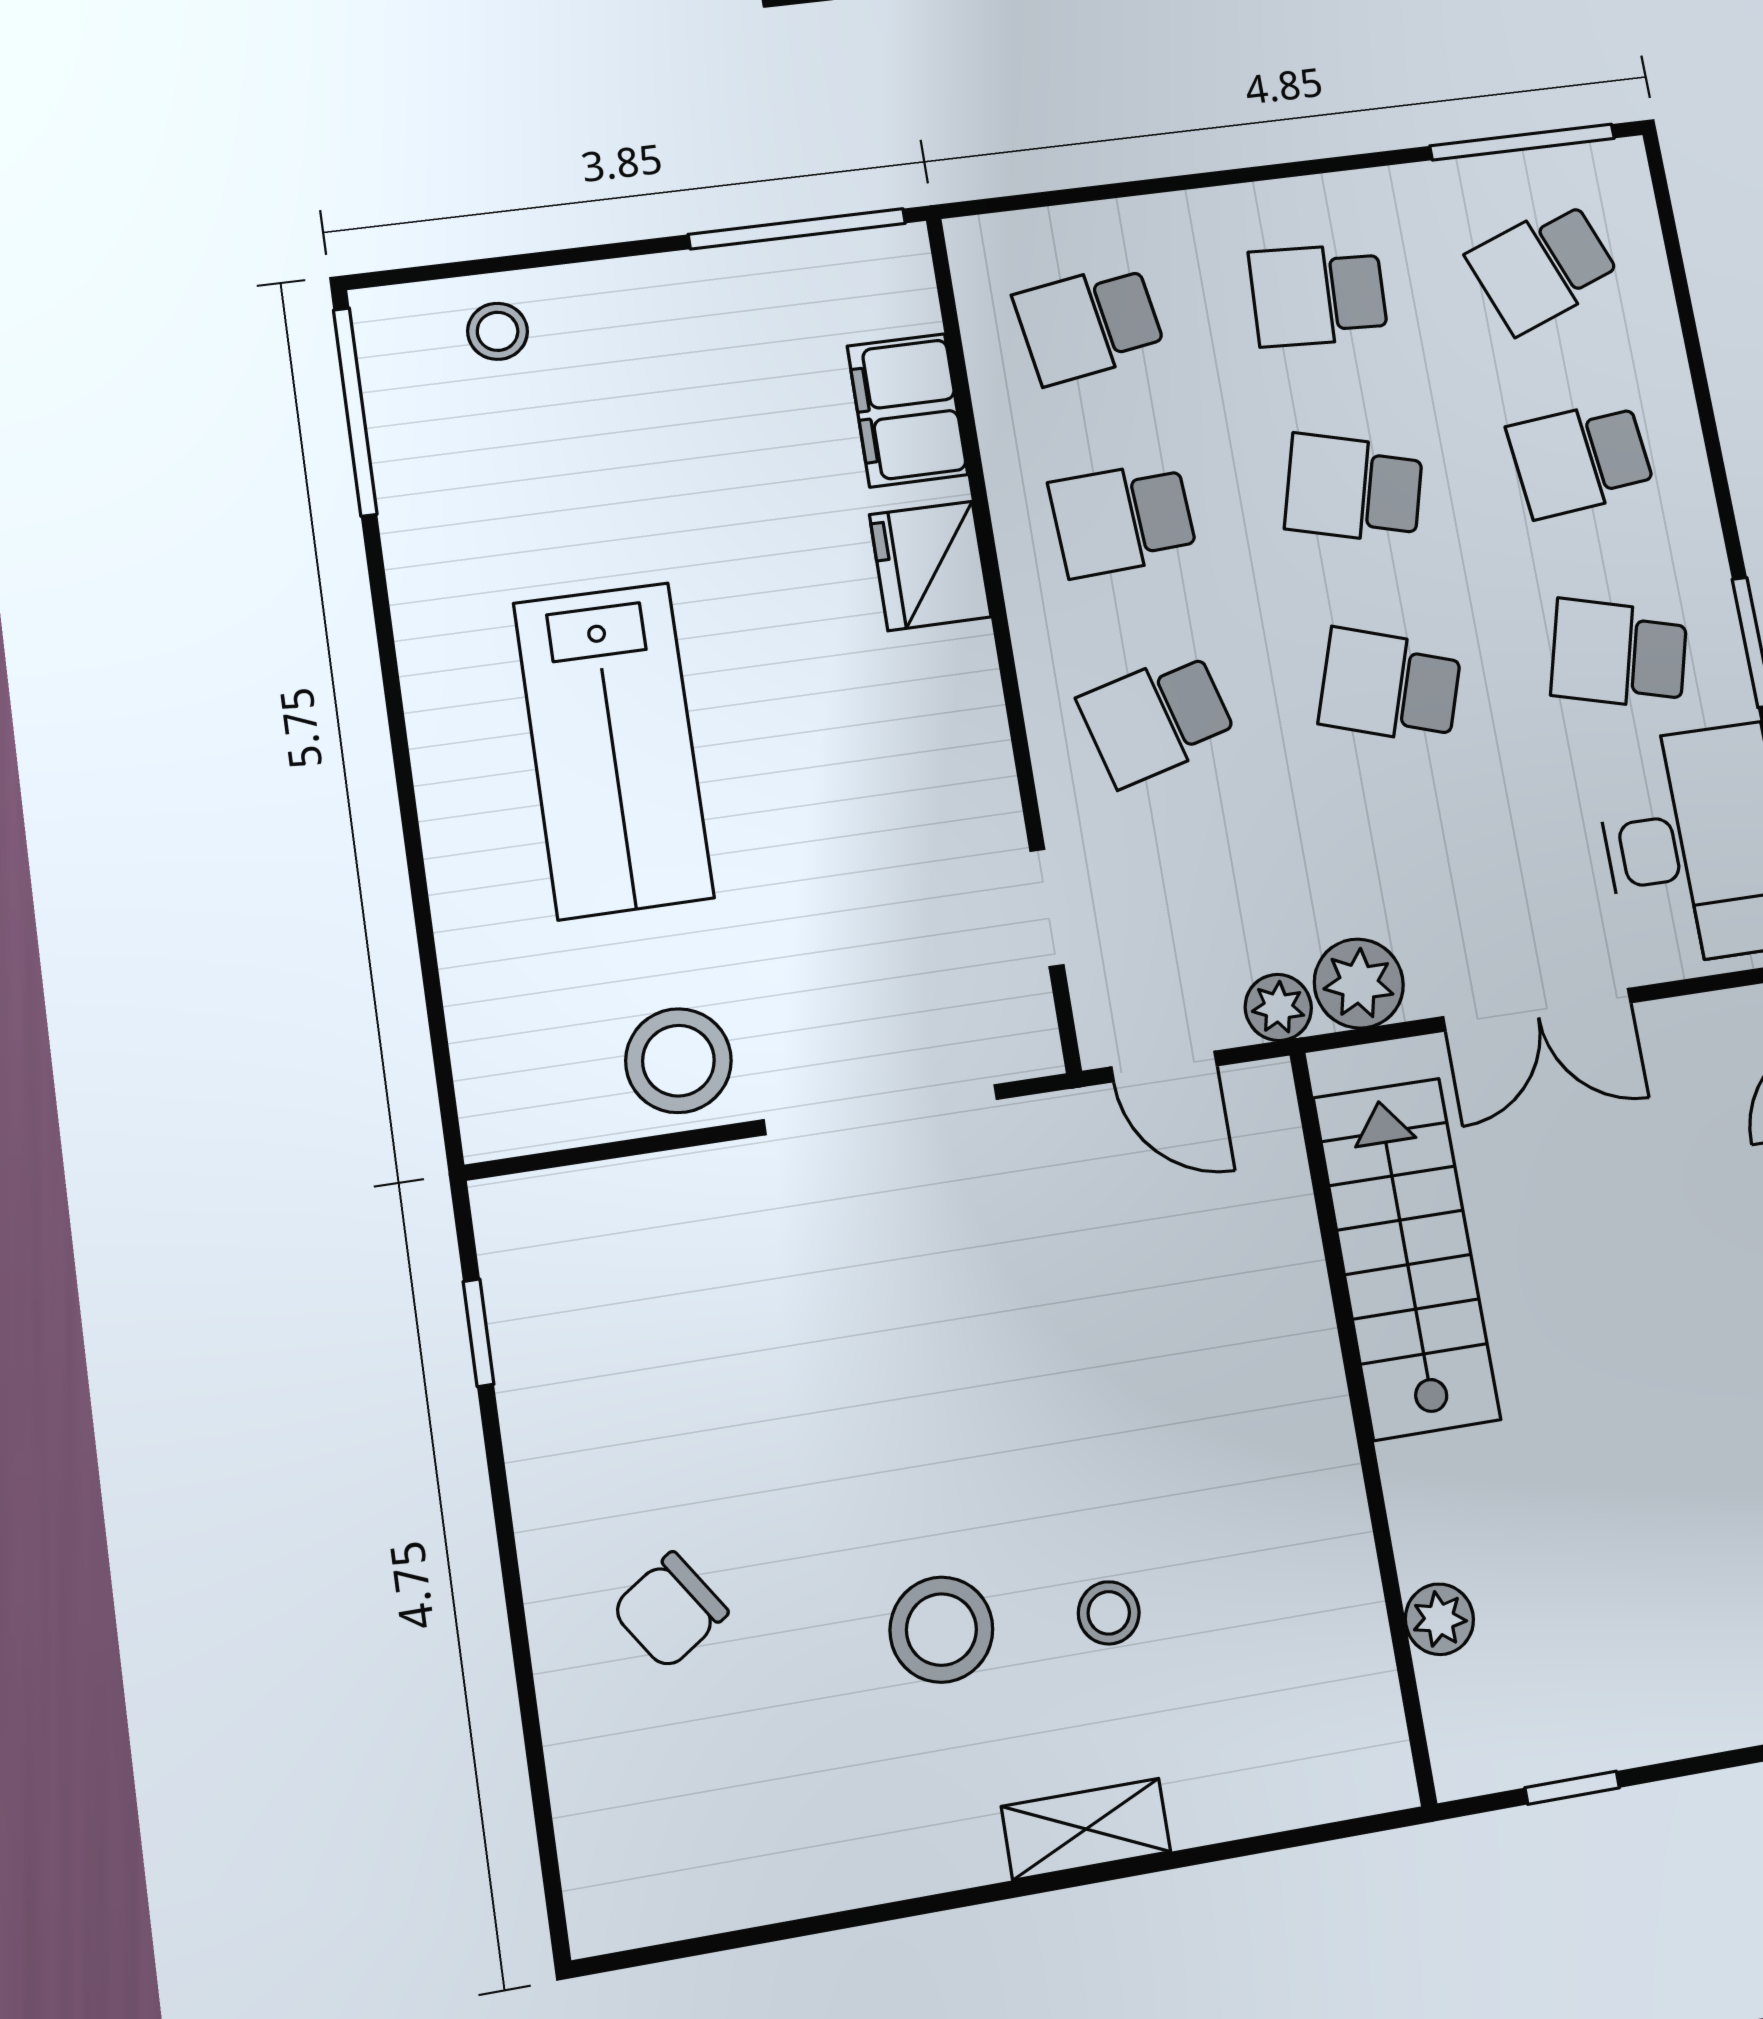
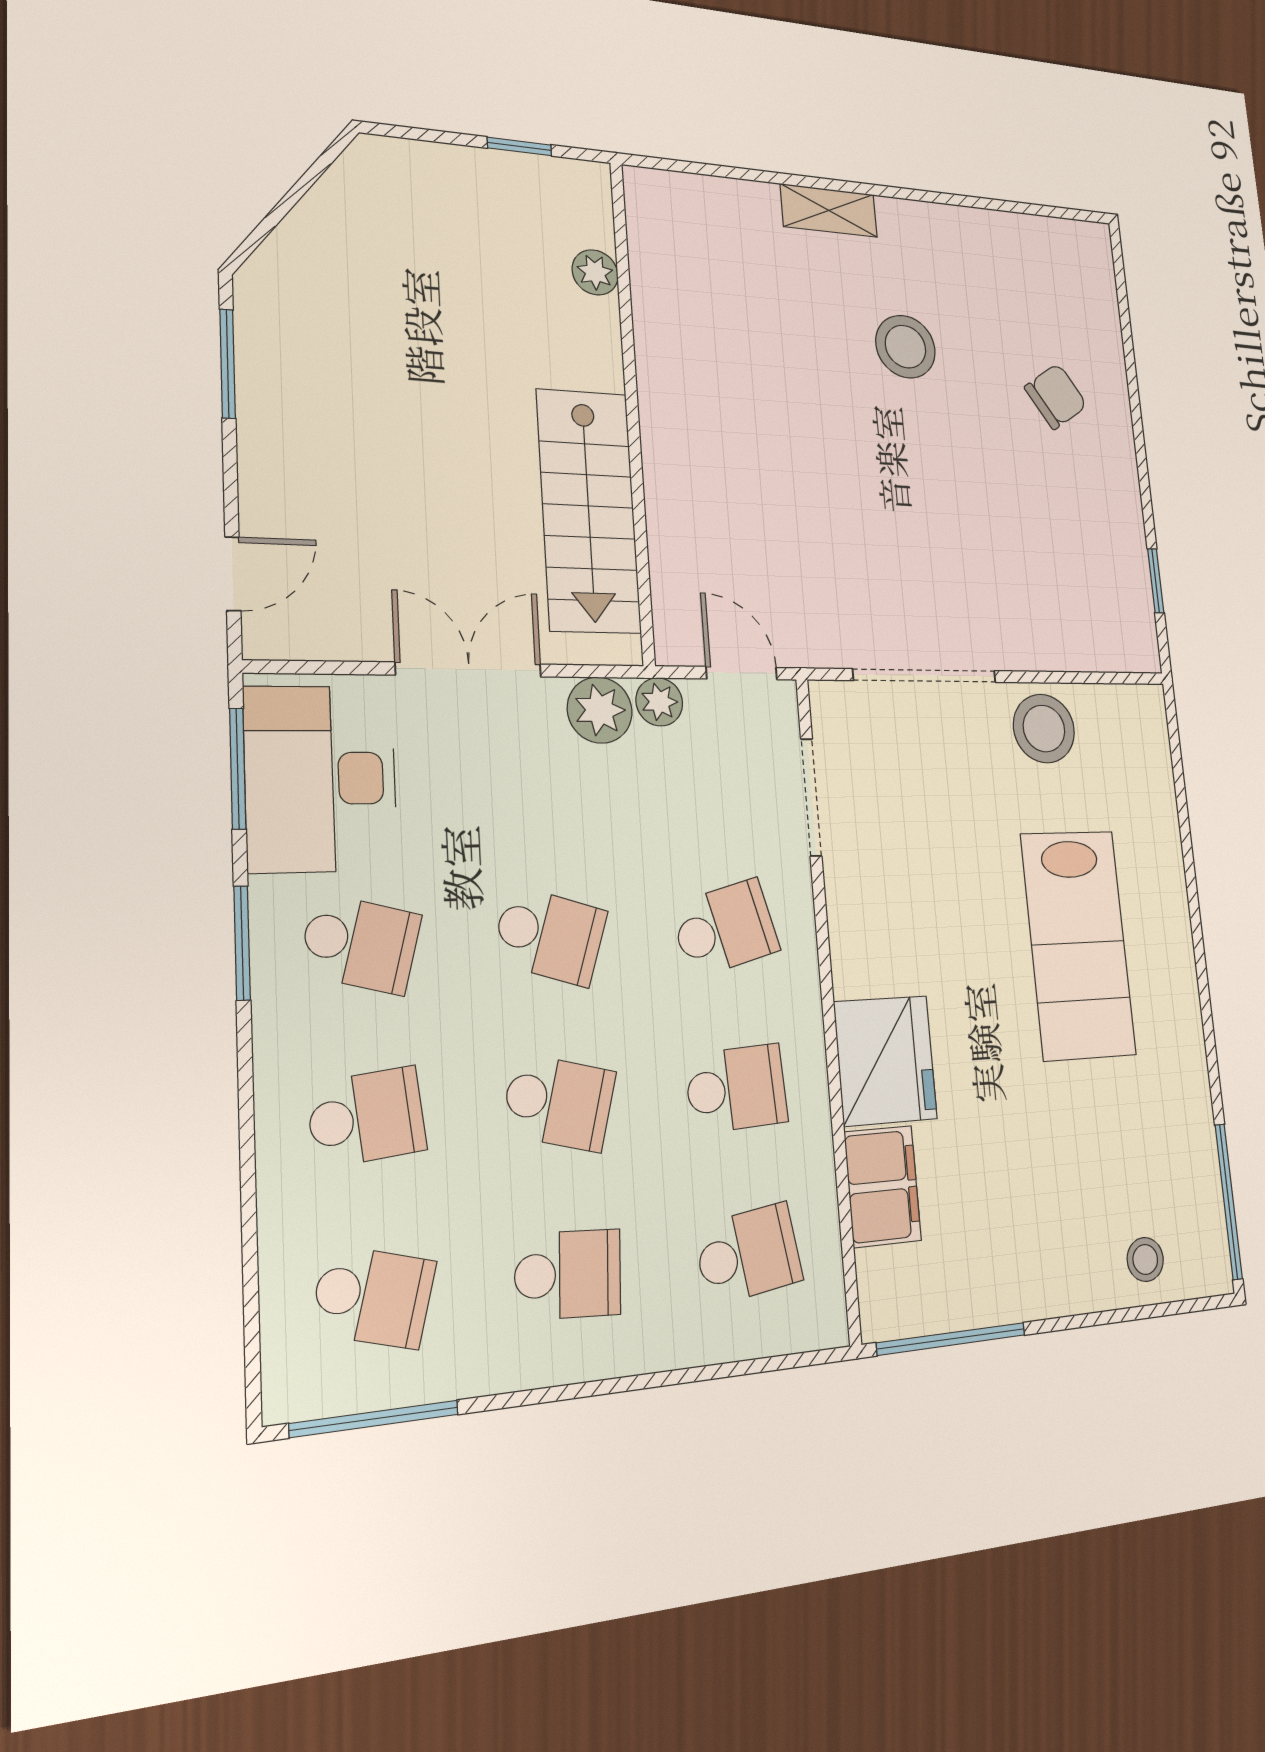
school desk: (1543, 267) -> (373, 1297), turned 36
fridge: (930, 566) -> (885, 1060), width x1.36, depth x1.34
lab bench: (613, 750) -> (1078, 944), turned 180
doorway: (1047, 908) -> (811, 797), width x1.38
stool: (1109, 1613) -> (806, 331), removed

